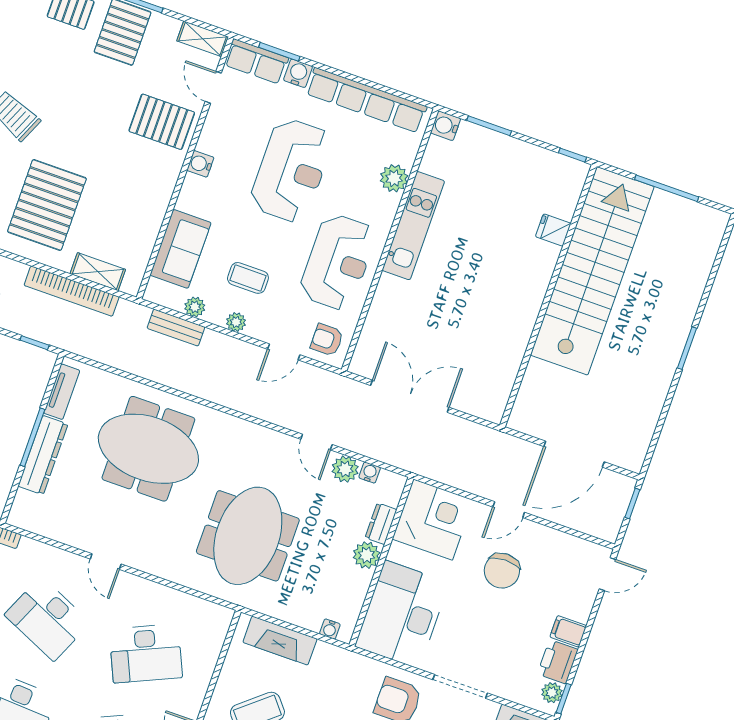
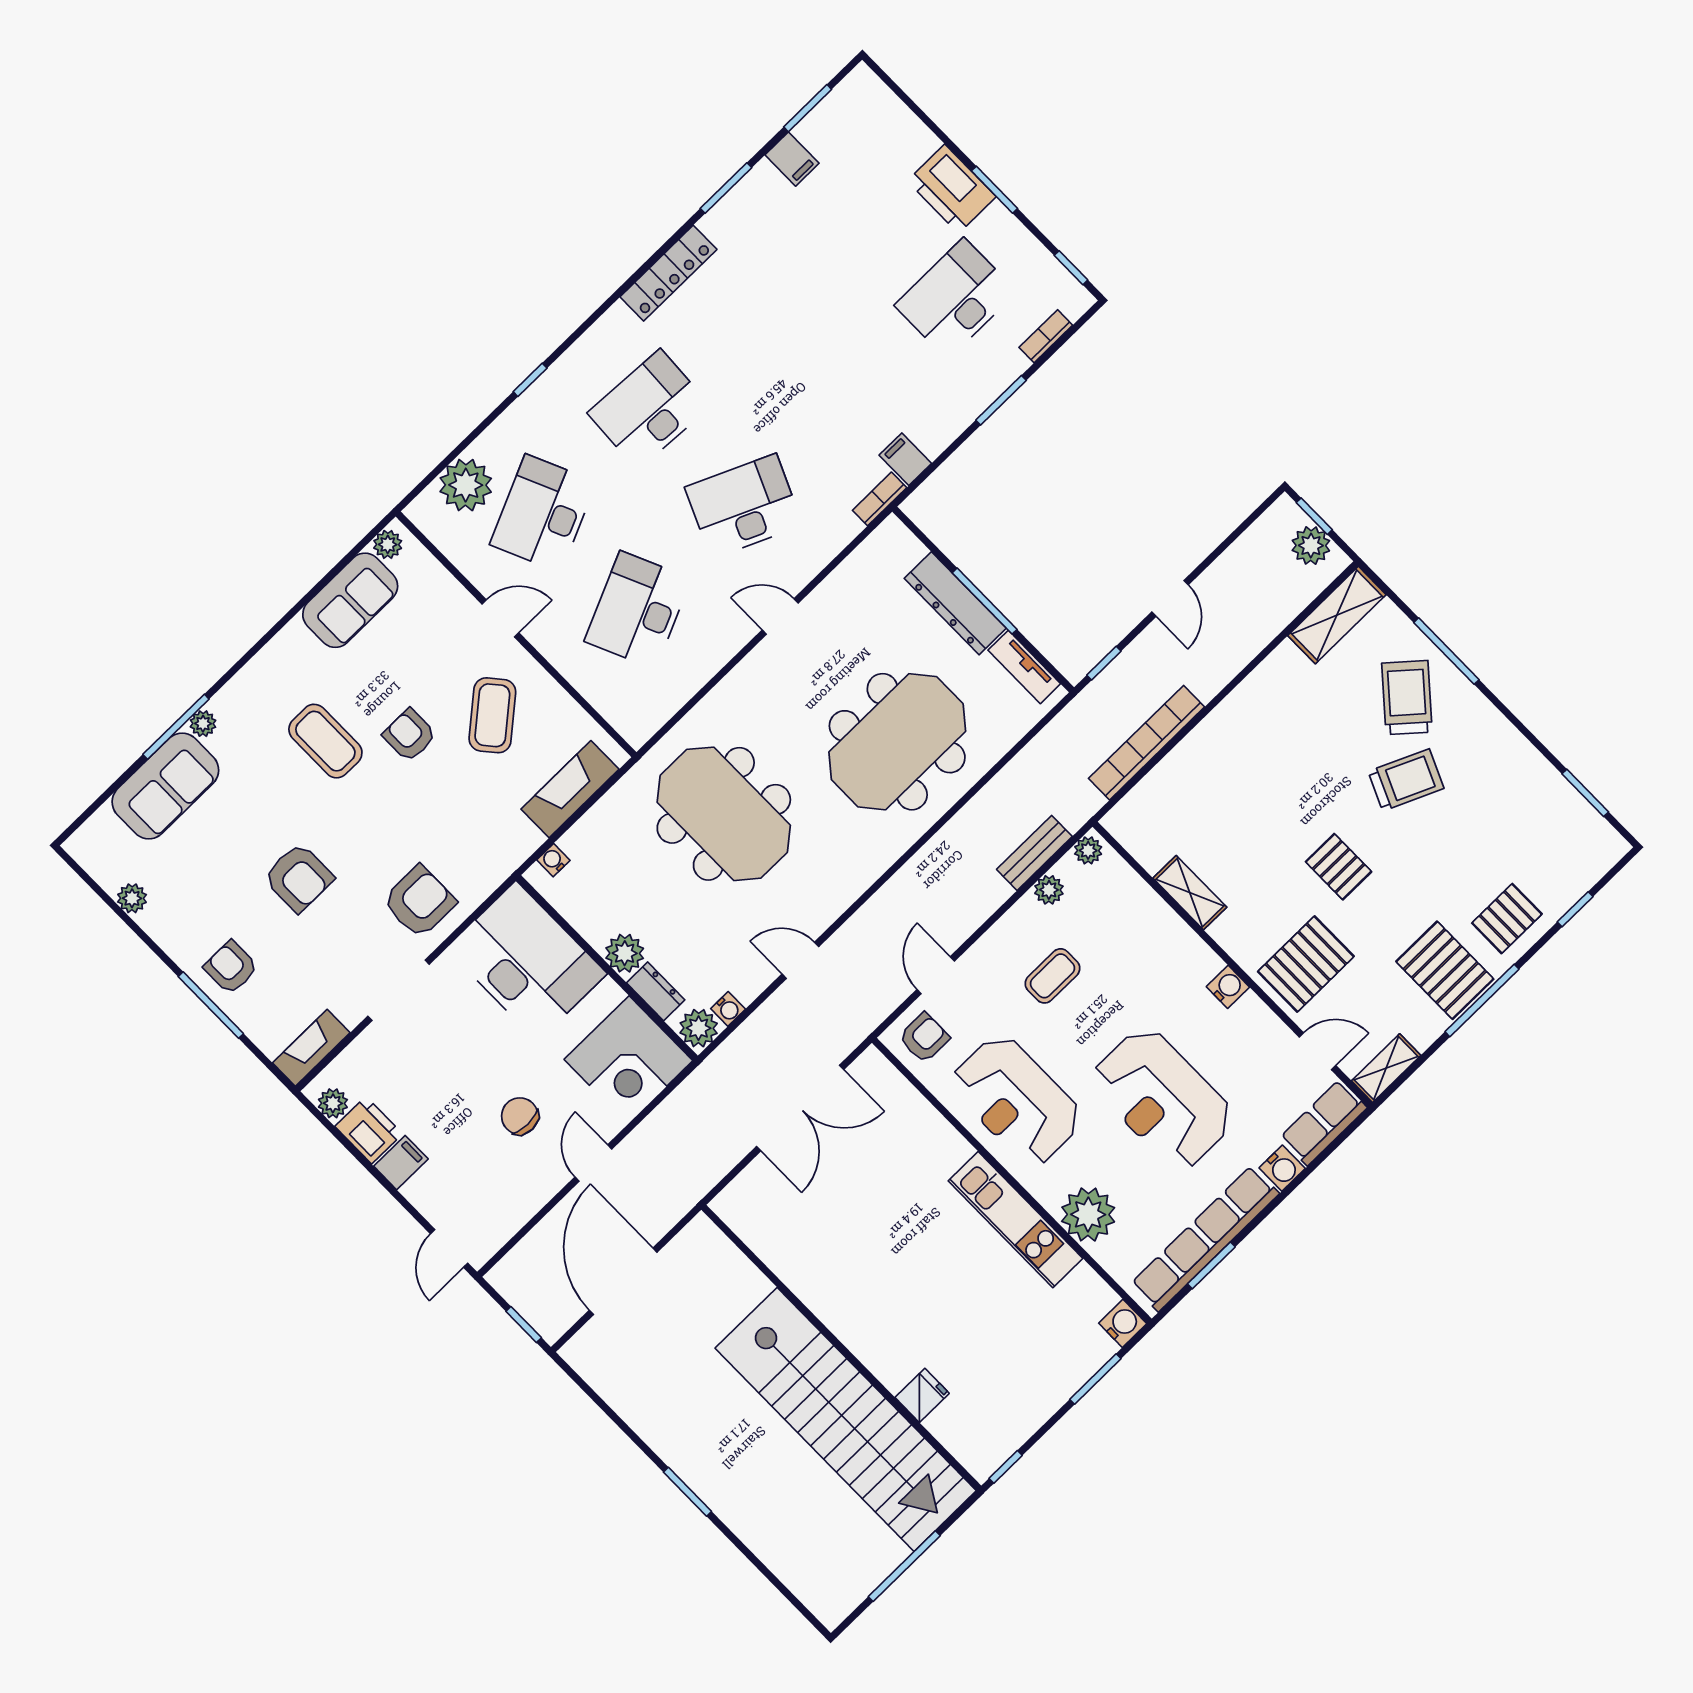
window: (279, 52) -> (1211, 1265), moved
plant: (394, 178) -> (1088, 1214), width x1.36, depth x1.36
pallet: (47, 205) -> (1339, 867), moved, width x0.49, depth x0.50
sofa: (181, 249) -> (1132, 908), removed
shelving: (98, 272) -> (1190, 893), moved, turned 90
plant: (236, 322) -> (1088, 850), moved
plant: (345, 469) -> (699, 1028), moved
chair: (502, 571) -> (520, 1116), width x0.73, depth x0.73
window: (564, 699) -> (318, 1114), removed

